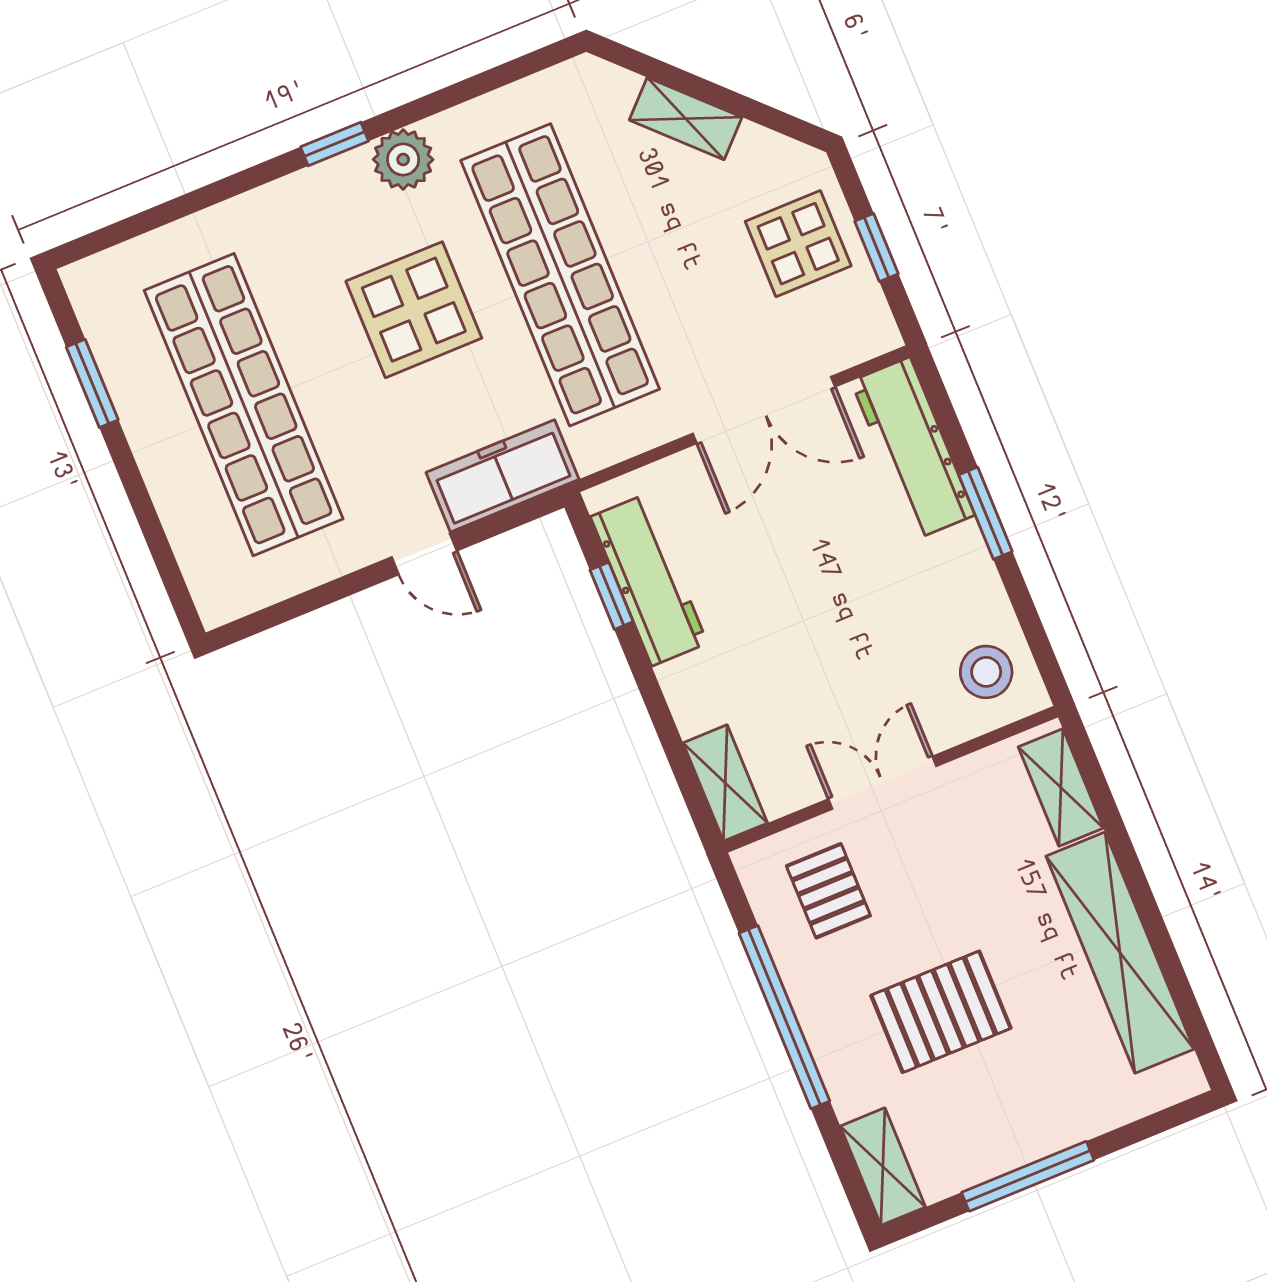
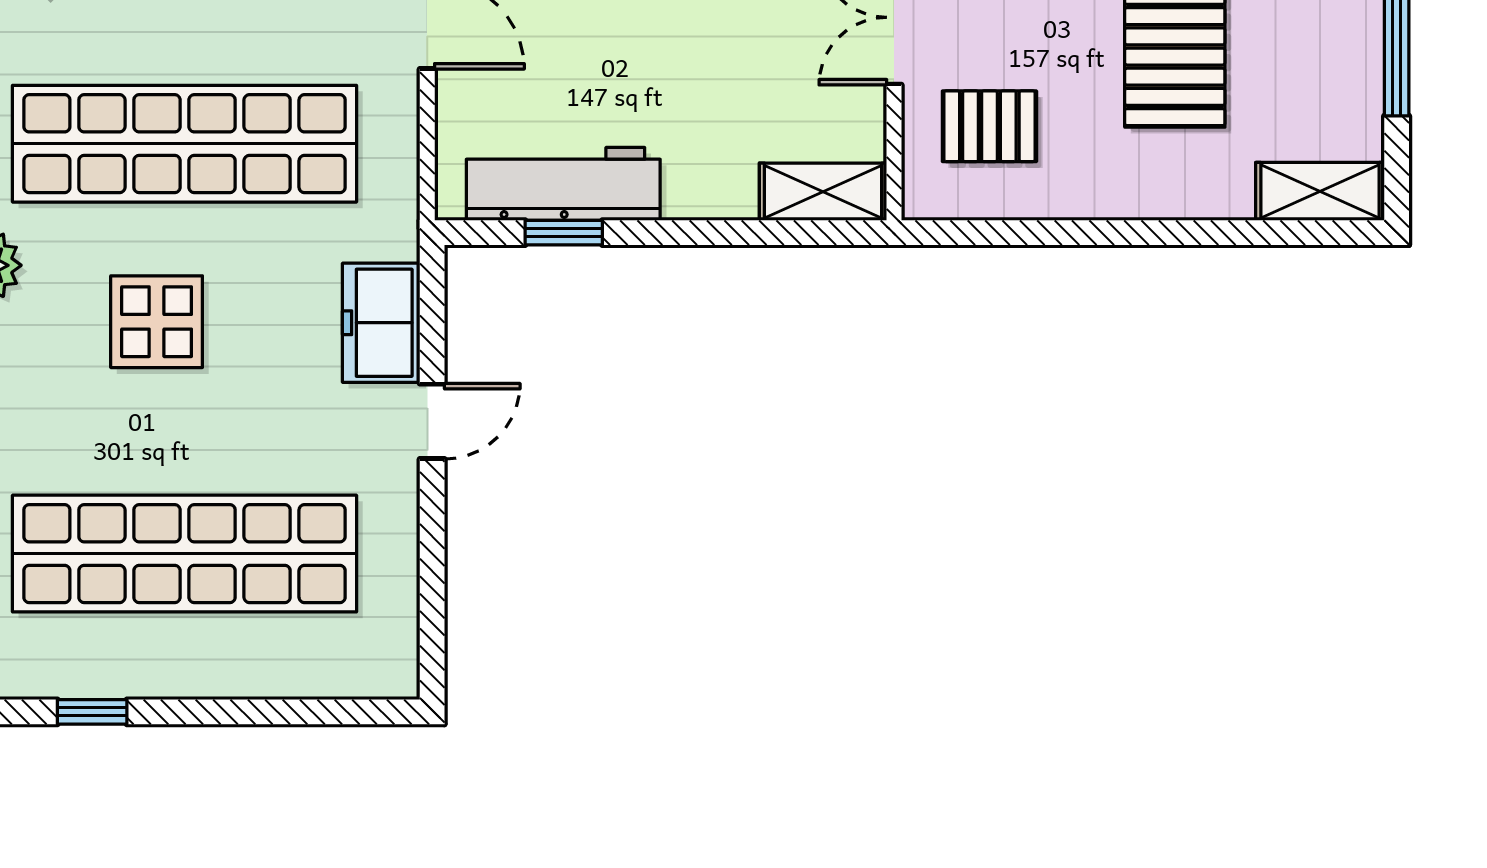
display table: (414, 310) -> (157, 322), width x0.73, depth x0.73
window: (92, 383) -> (92, 712), width x0.67
freezer: (502, 476) -> (381, 323), width x0.71
window: (784, 1017) -> (1109, 233), removed

